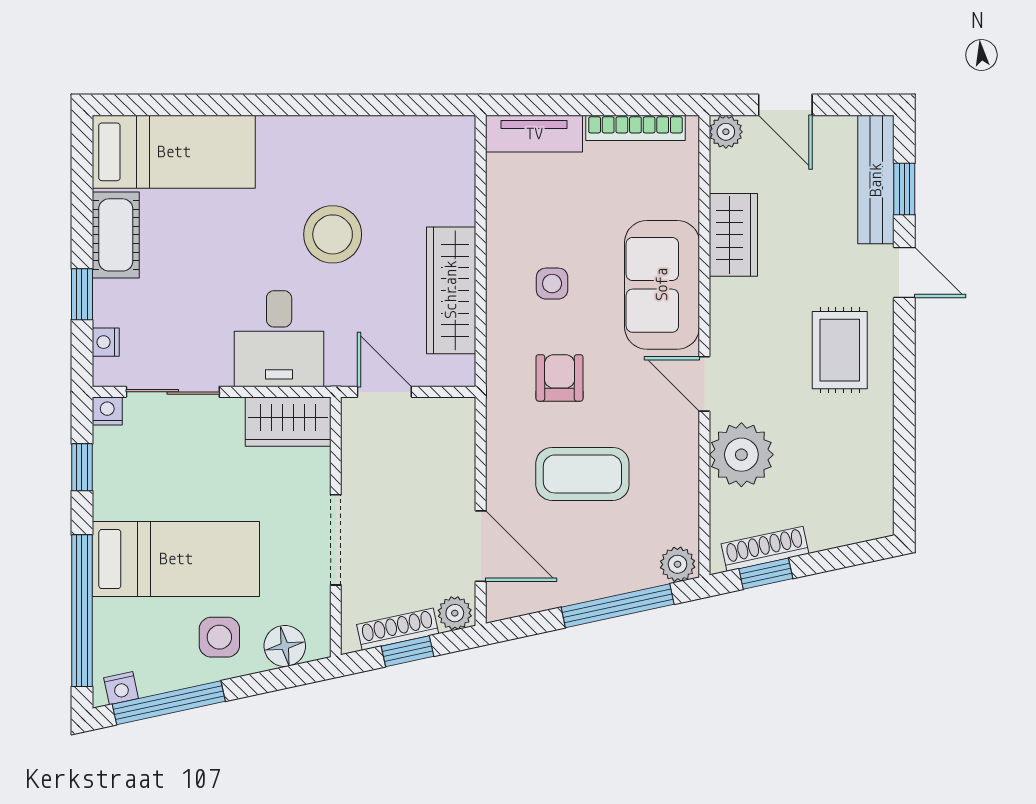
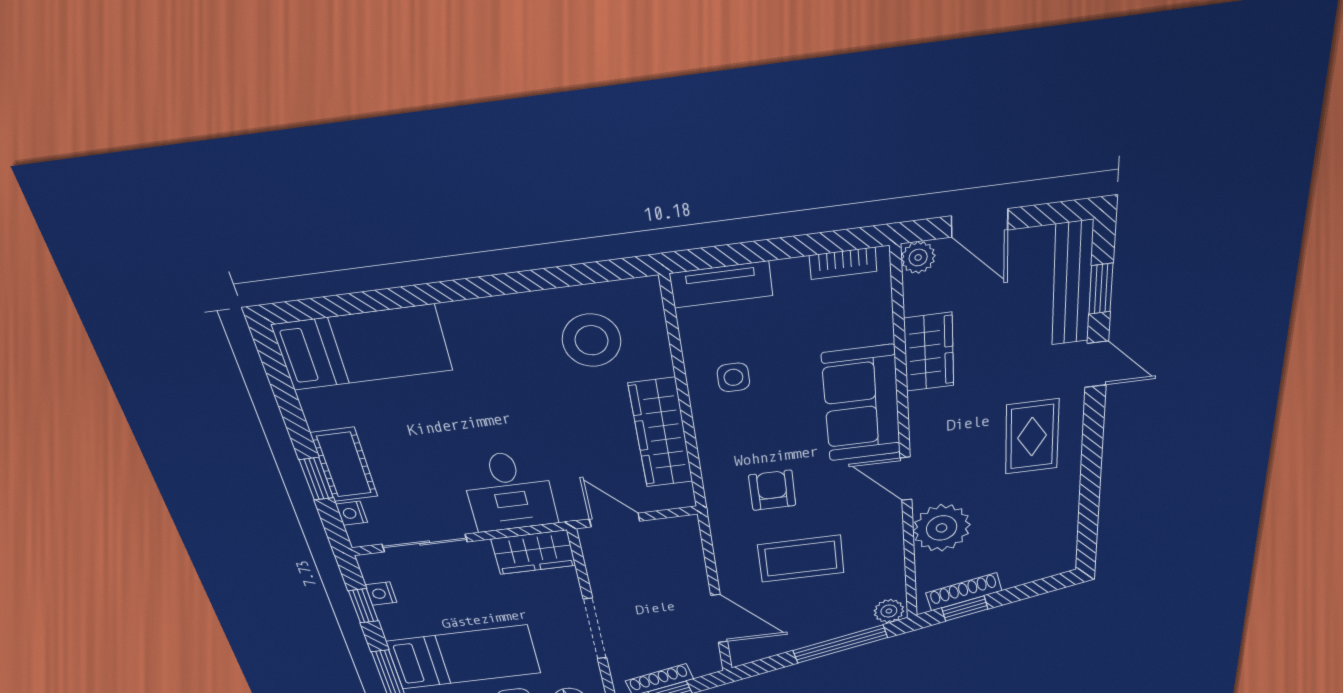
bookcase: (635, 128) -> (843, 263), width x0.64
stool: (333, 234) -> (592, 340), moved
cot: (116, 235) -> (344, 465), moved
side table: (552, 284) -> (733, 377), moved
nightstand: (107, 411) -> (381, 594), moved, turned -90
plant: (455, 613) -> (705, 664), removed

